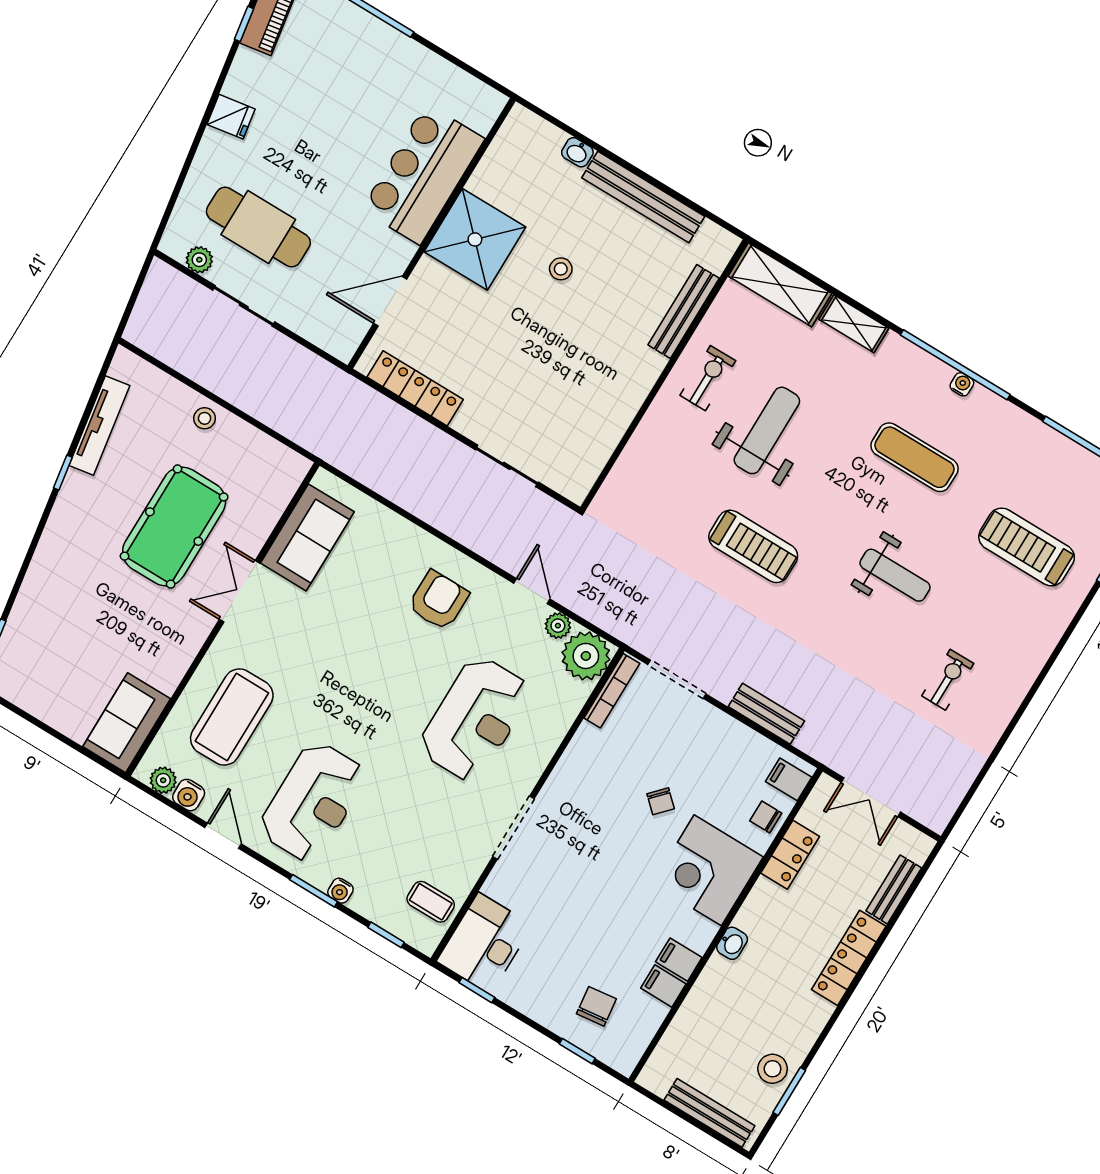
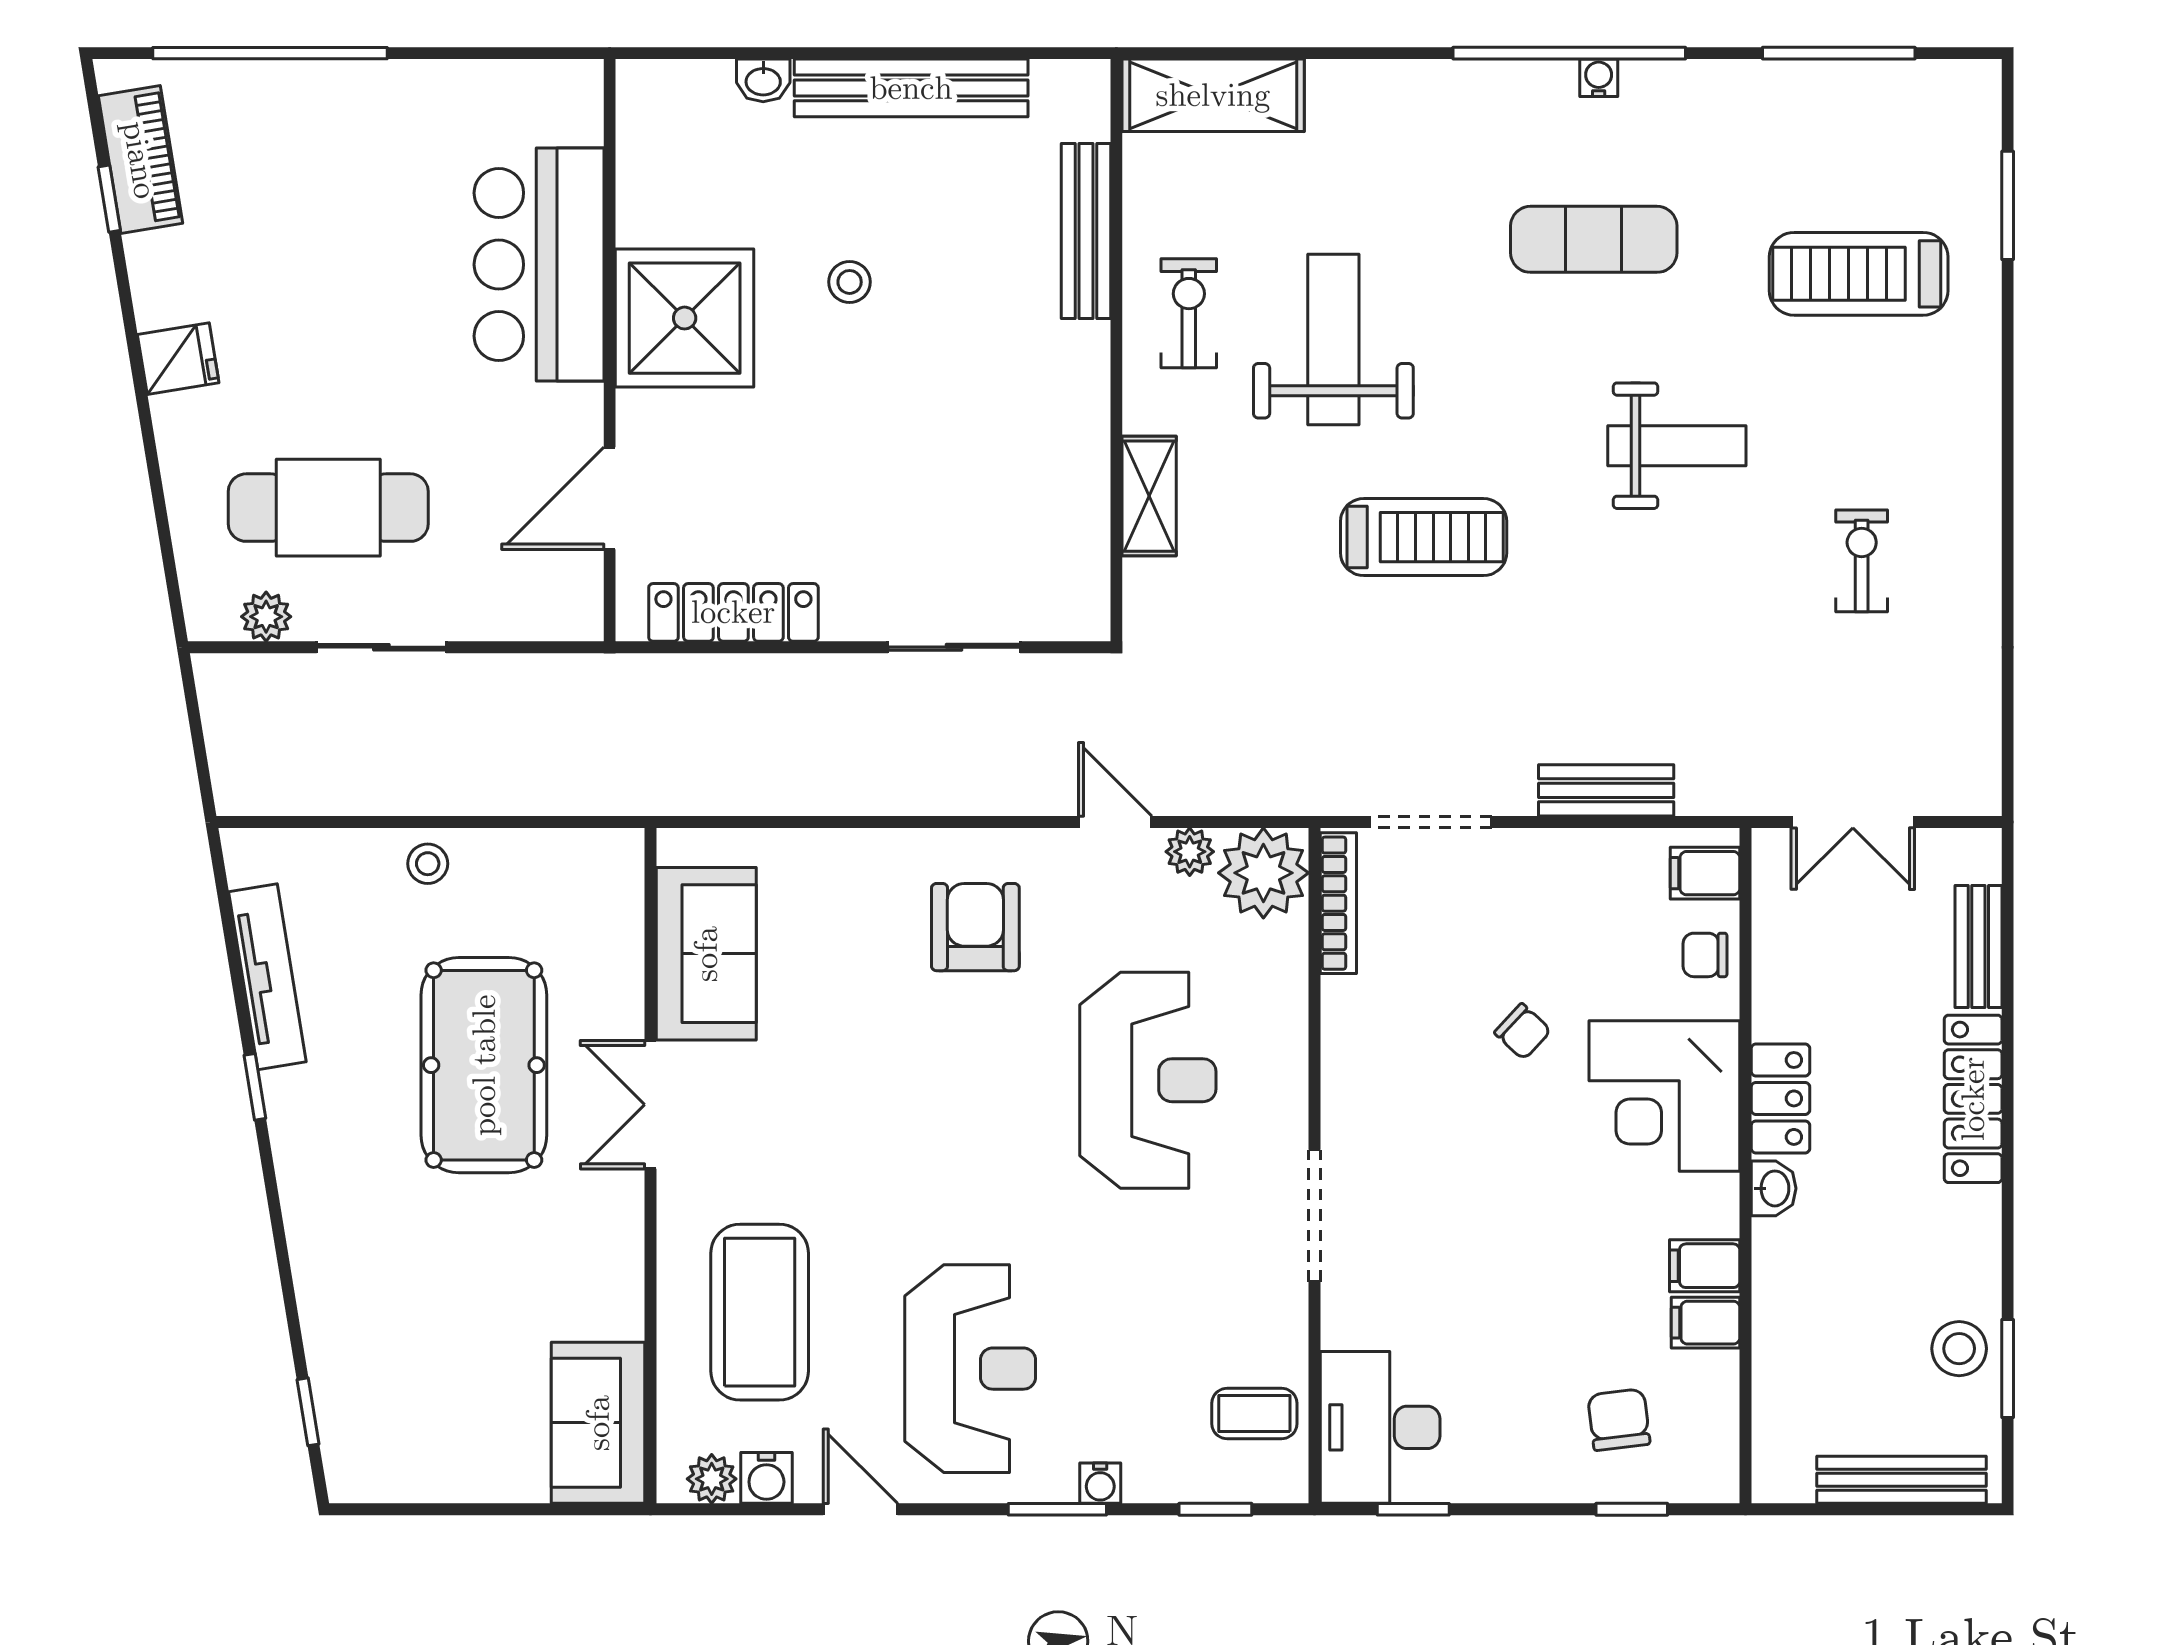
shelving: (854, 324) -> (1149, 496), moved, turned 90
locker: (790, 855) -> (1780, 1098), moved

